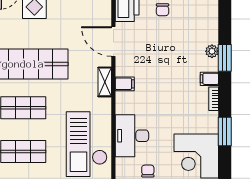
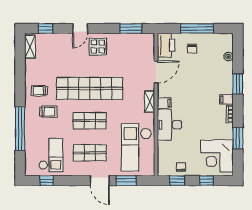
door: (113, 41) -> (156, 72), swing flipped
plant: (212, 51) -> (228, 57), moved
desk: (132, 136) -> (170, 125), moved

